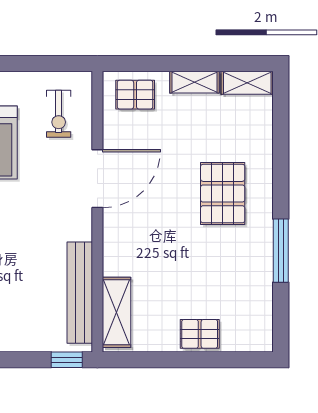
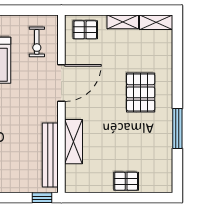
shelving: (117, 312) -> (74, 142), moved

